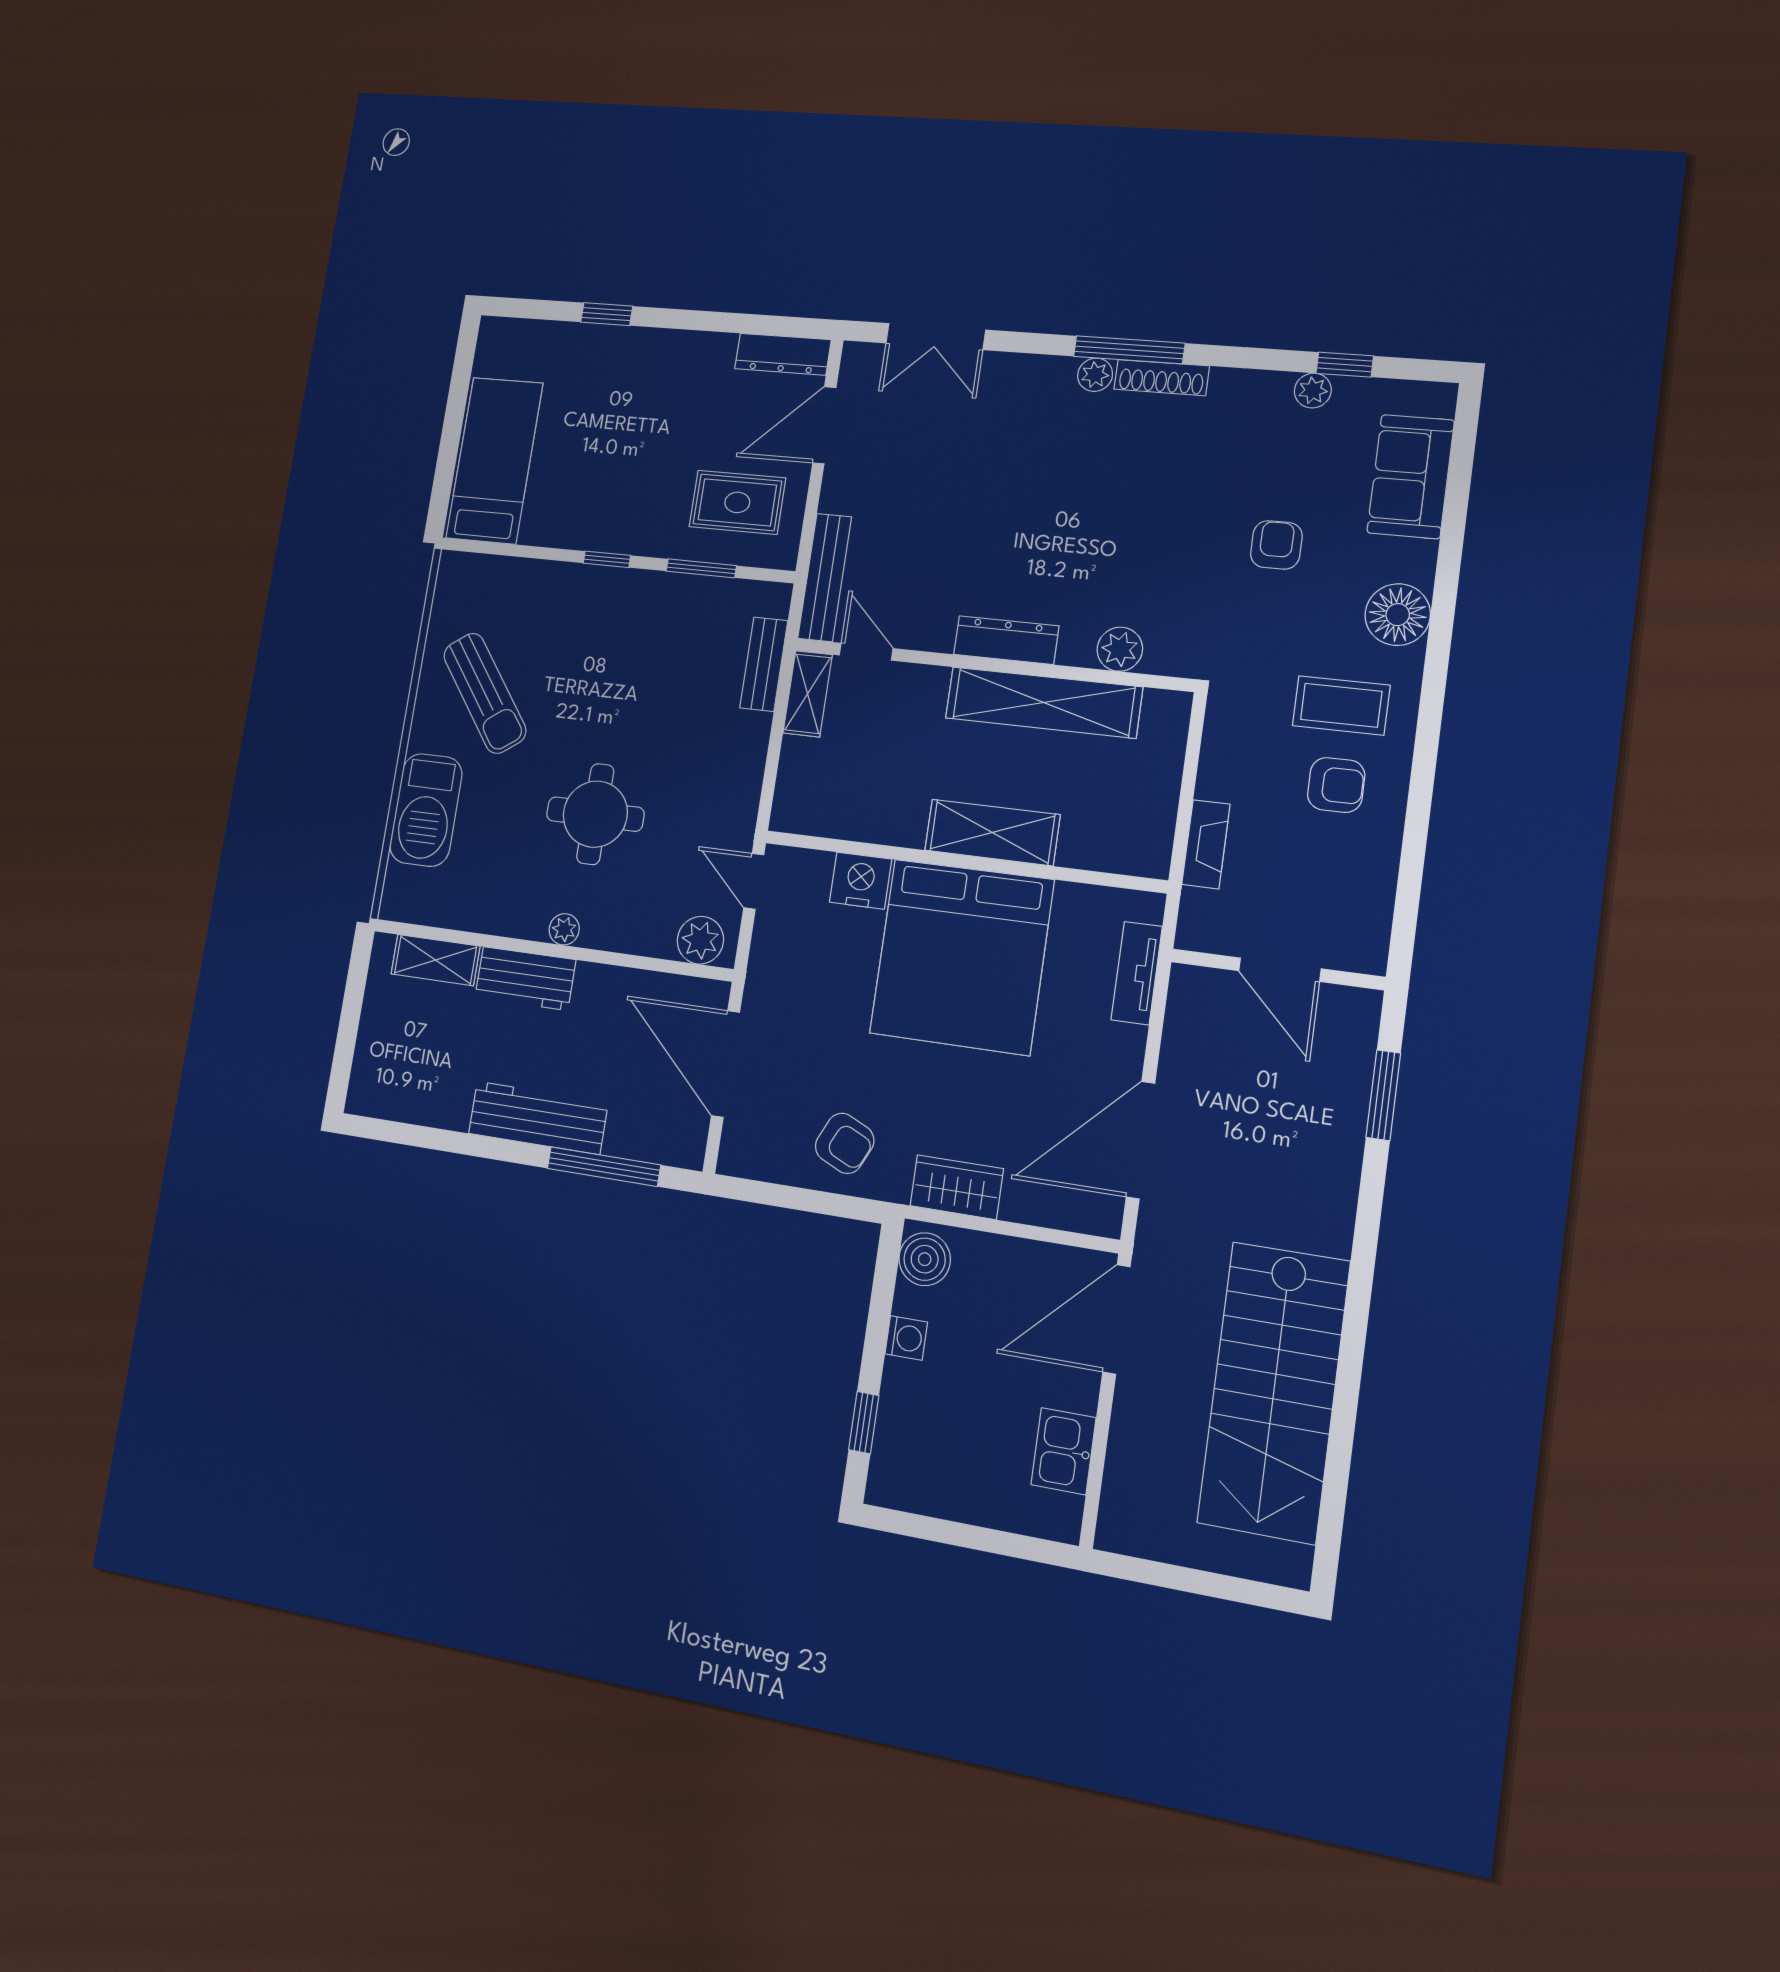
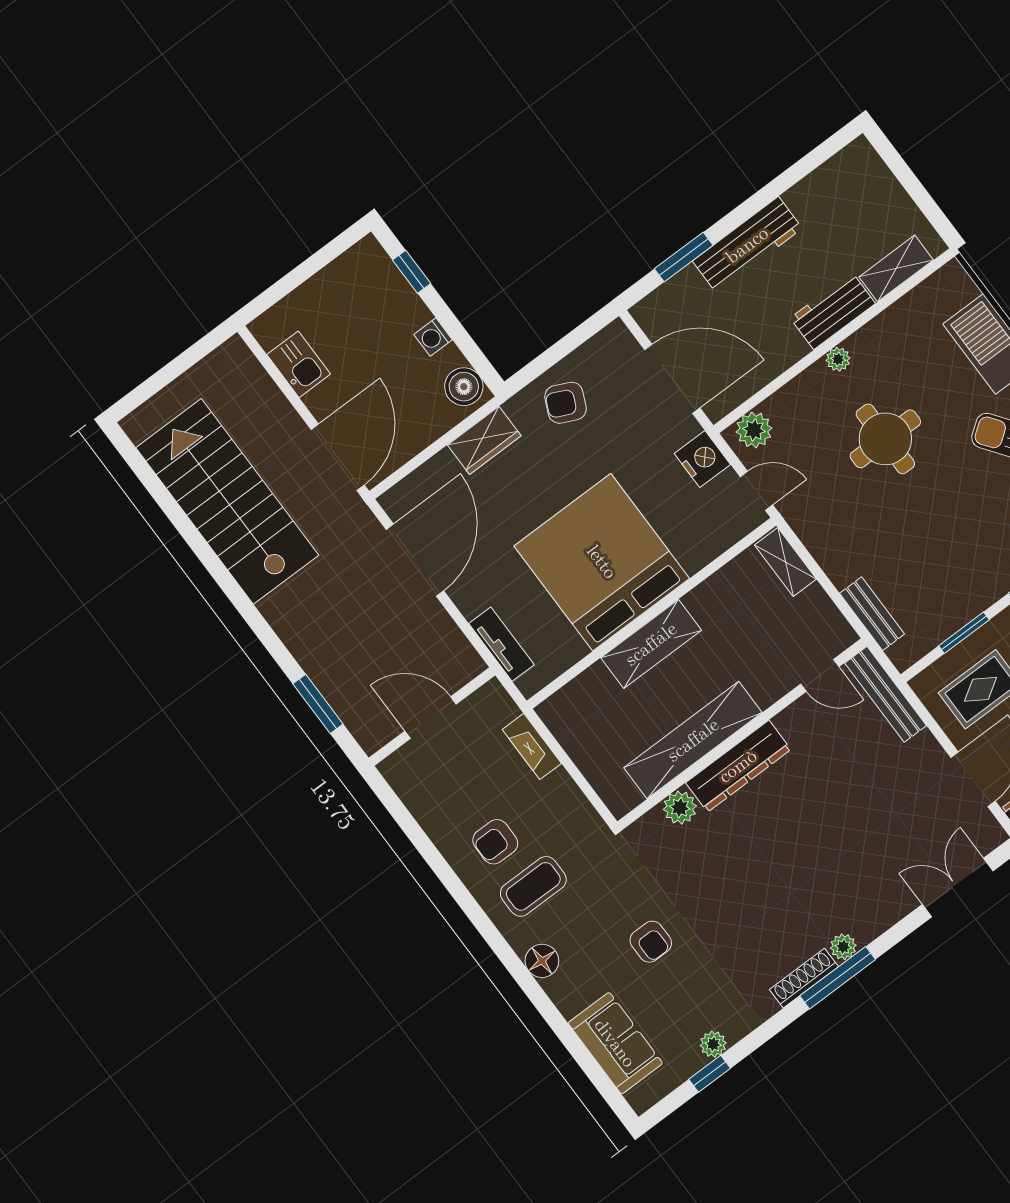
floor lamp: (1398, 615) -> (542, 961), width x0.73, depth x0.73
dresser: (1006, 640) -> (738, 766), width x1.37, depth x1.24
shelving: (808, 694) -> (786, 562), moved
nightstand: (860, 881) -> (702, 459), moved, turned -90
window: (604, 1167) -> (684, 257), width x0.69

